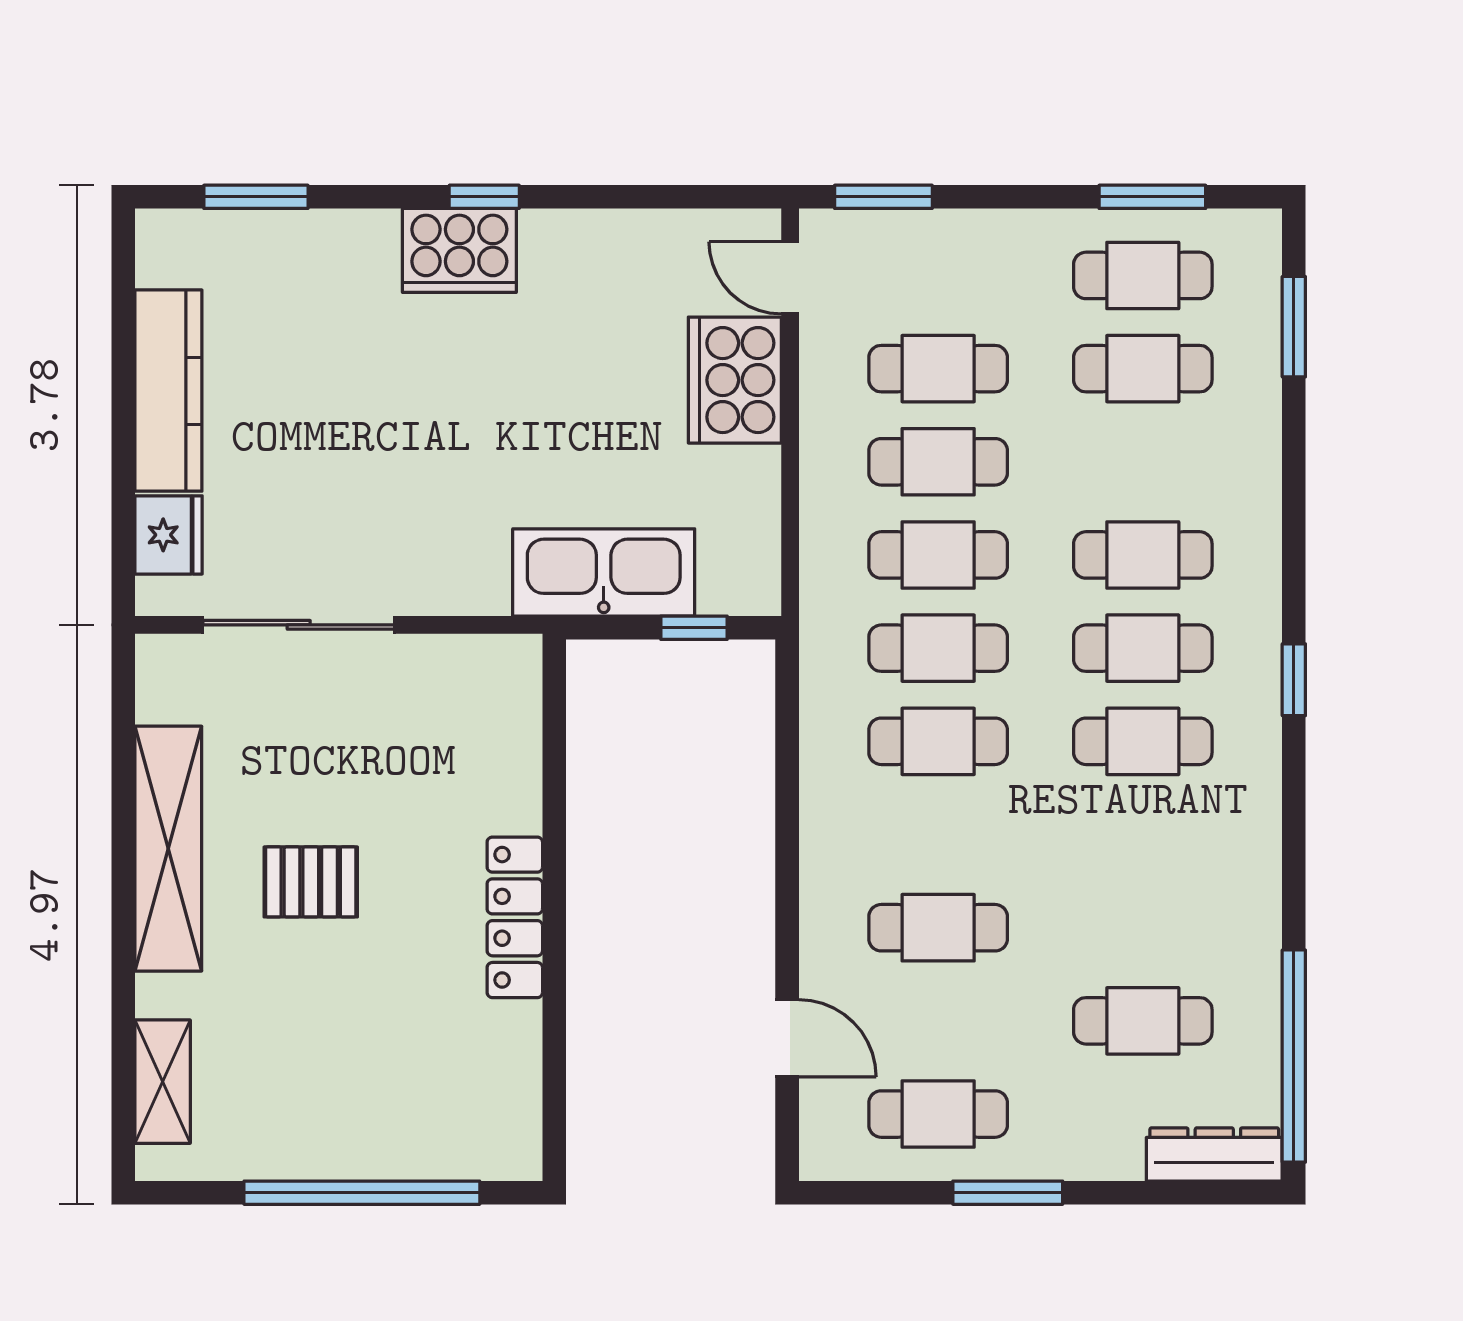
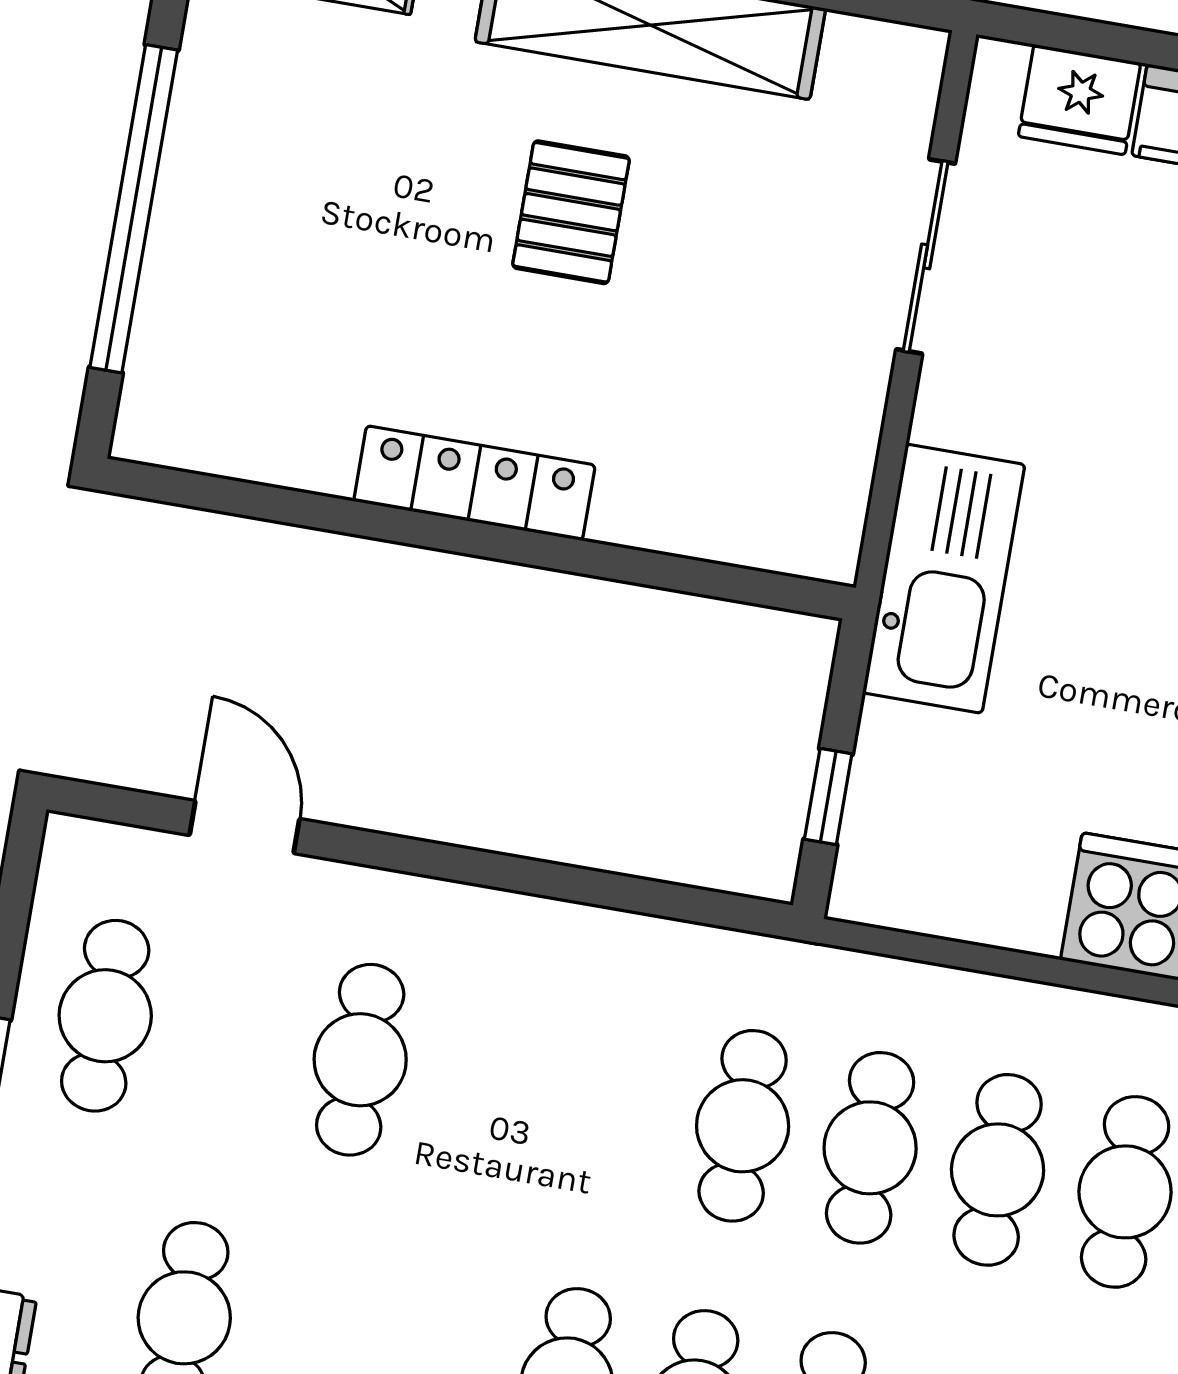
kitchen sink: (604, 572) -> (944, 579), moved
sliding door: (299, 625) -> (926, 256), width x0.73
cafe table: (938, 741) -> (615, 1104), removed
door: (787, 1038) -> (245, 827), swing flipped

